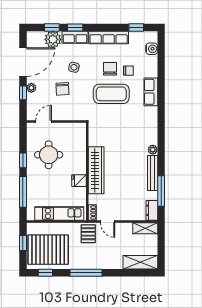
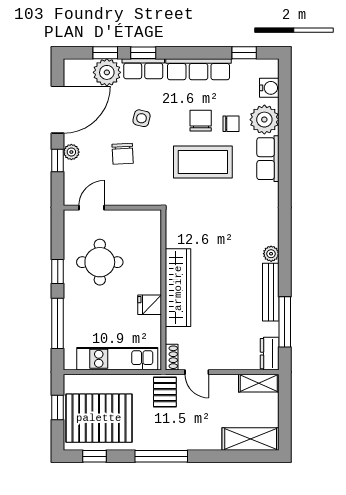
plant: (149, 68) -> (264, 120), added

